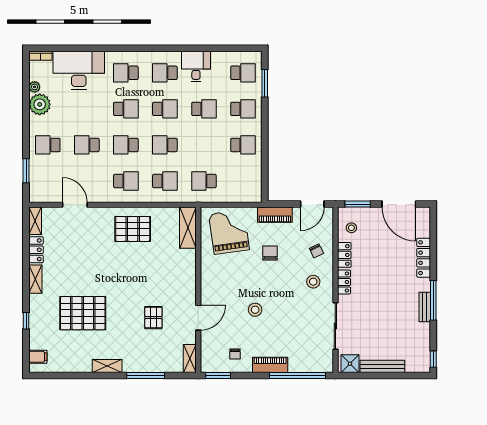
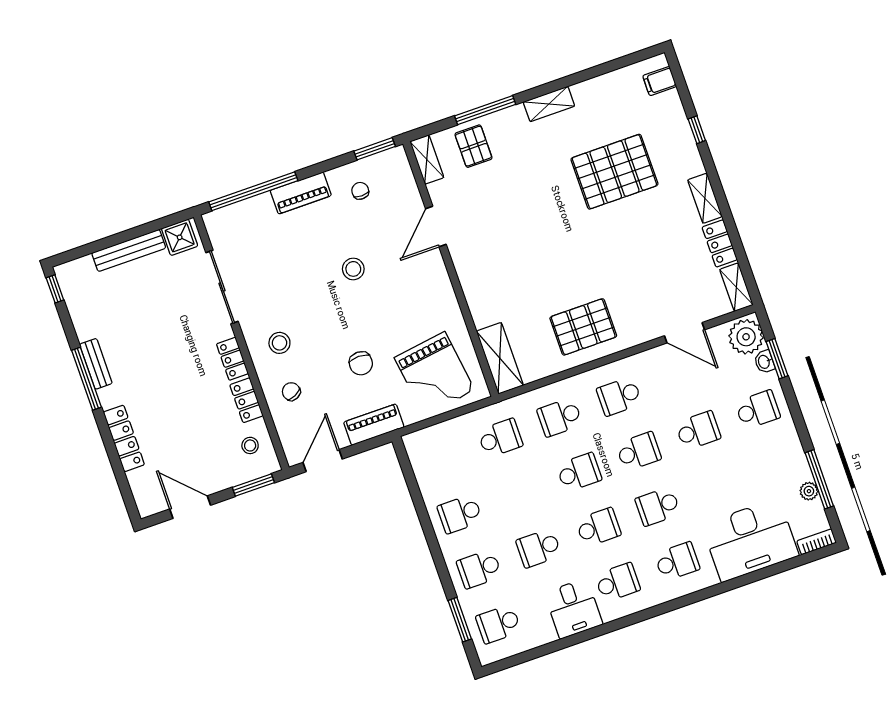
window: (26, 92) -> (819, 479), added
plant: (40, 104) -> (746, 337), moved
school desk: (165, 109) -> (598, 527), turned 180
washbasin: (34, 172) -> (764, 362), added
door: (399, 204) -> (190, 507), width x0.73
pallet: (153, 318) -> (473, 146), moved

